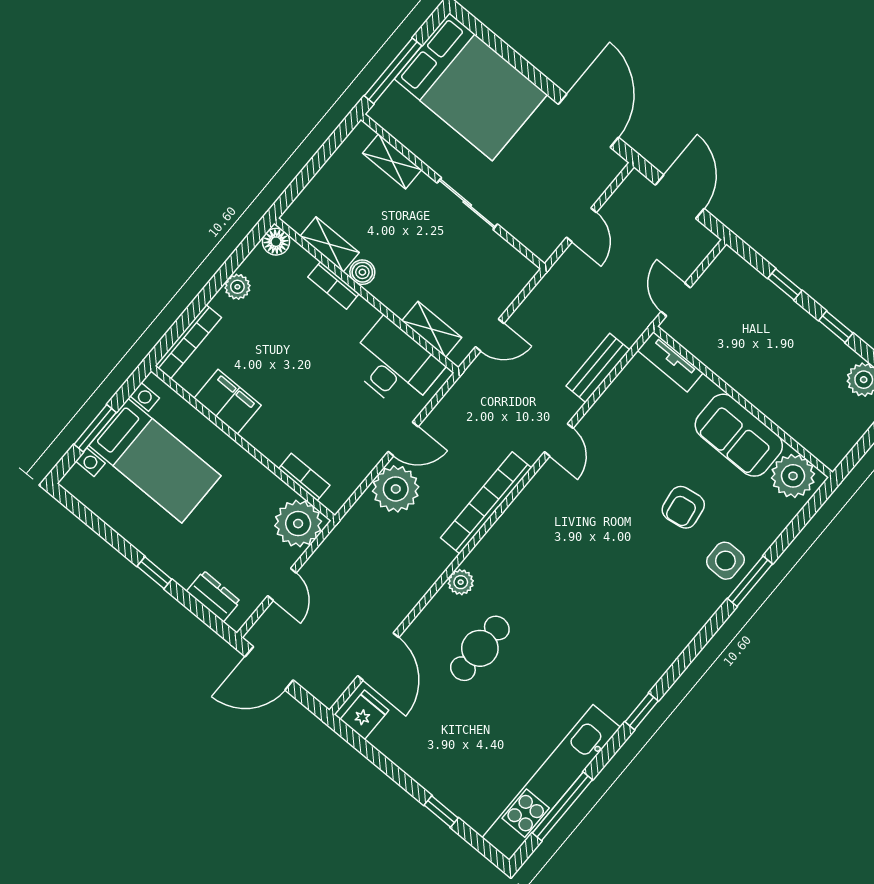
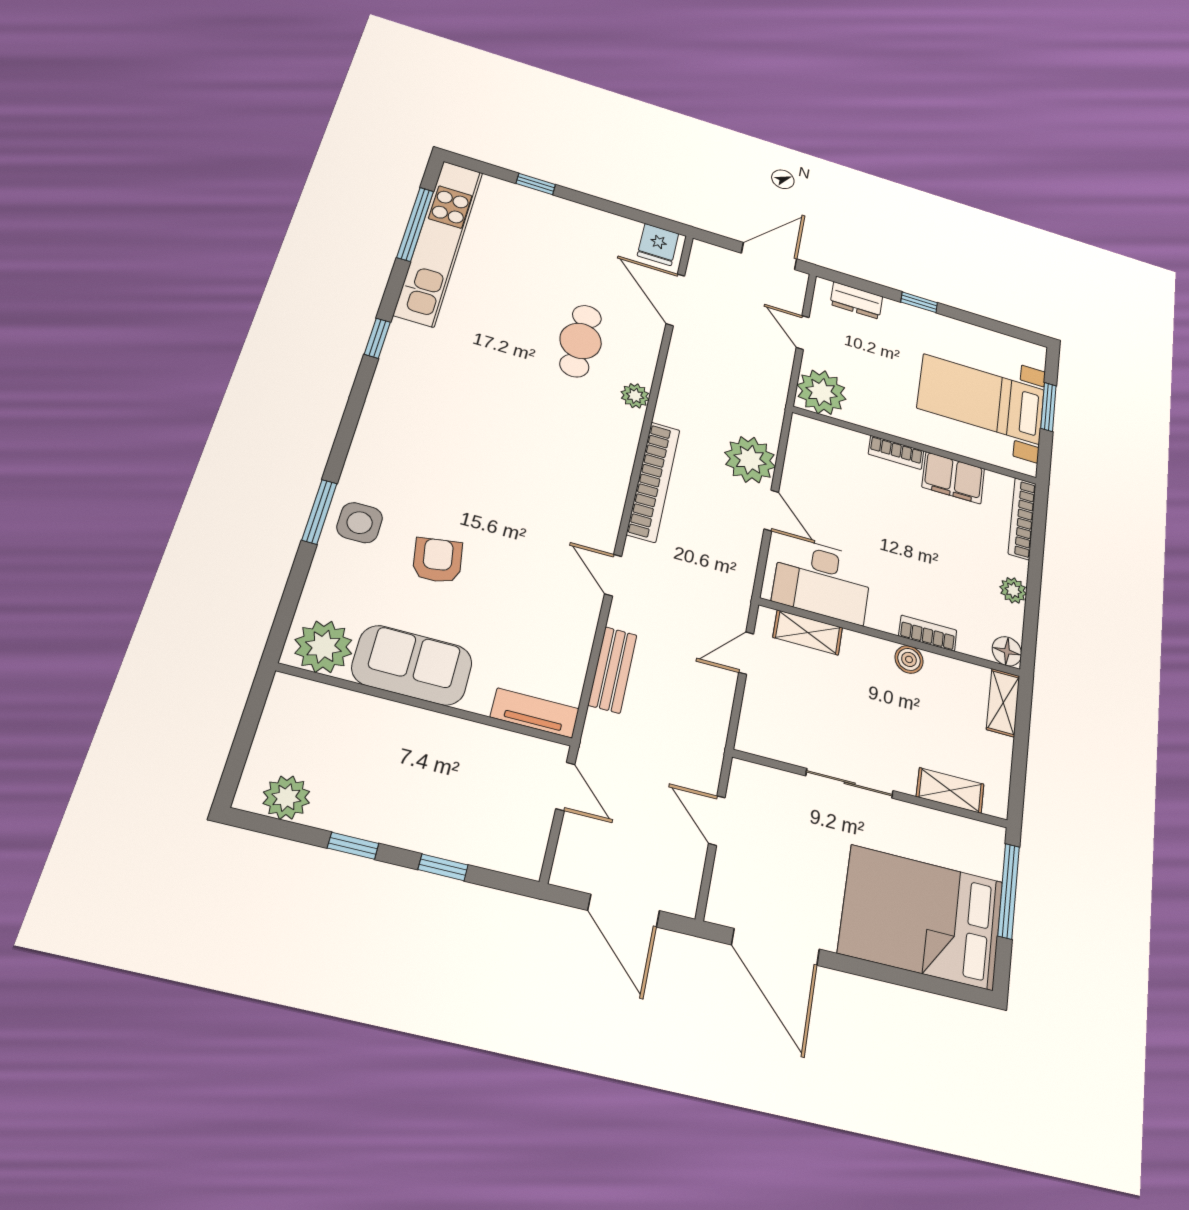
shelving: (330, 244) -> (1003, 703), moved, turned 90
door: (403, 439) -> (771, 511), swing flipped
bookcase: (304, 477) -> (896, 452), moved

